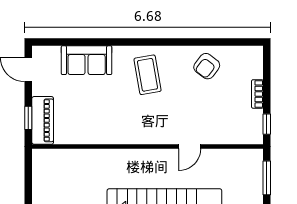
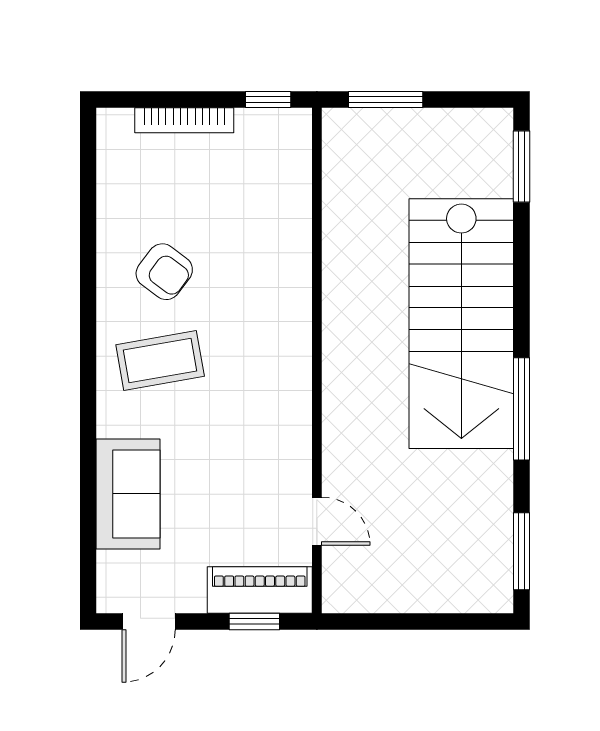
armchair: (207, 66) -> (164, 272), moved
bookcase: (257, 94) -> (184, 120), width x1.56
door: (190, 146) -> (317, 521), moved

